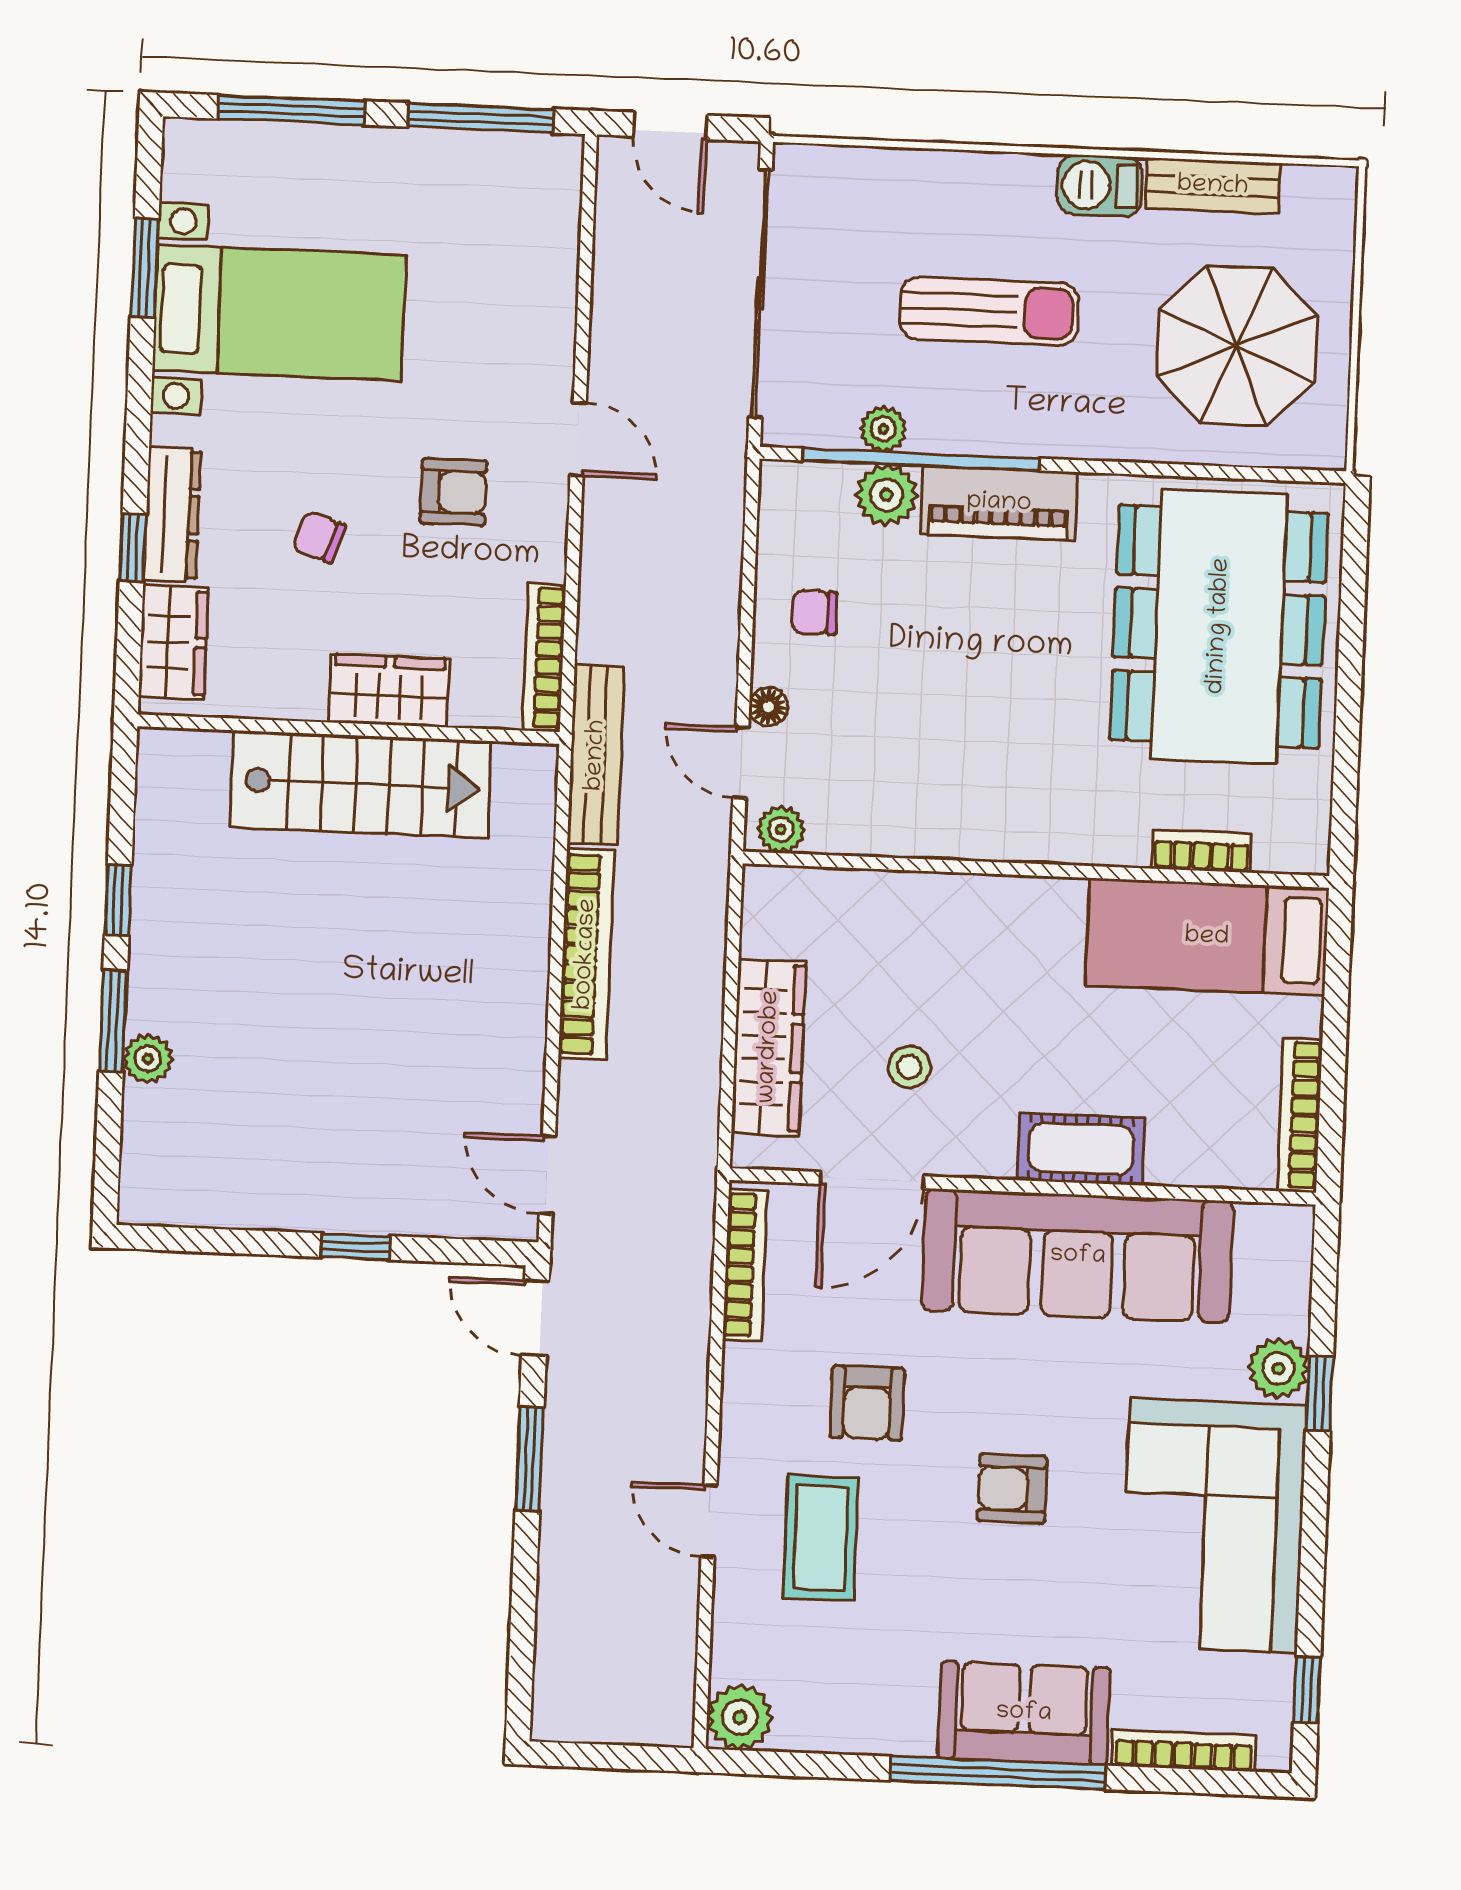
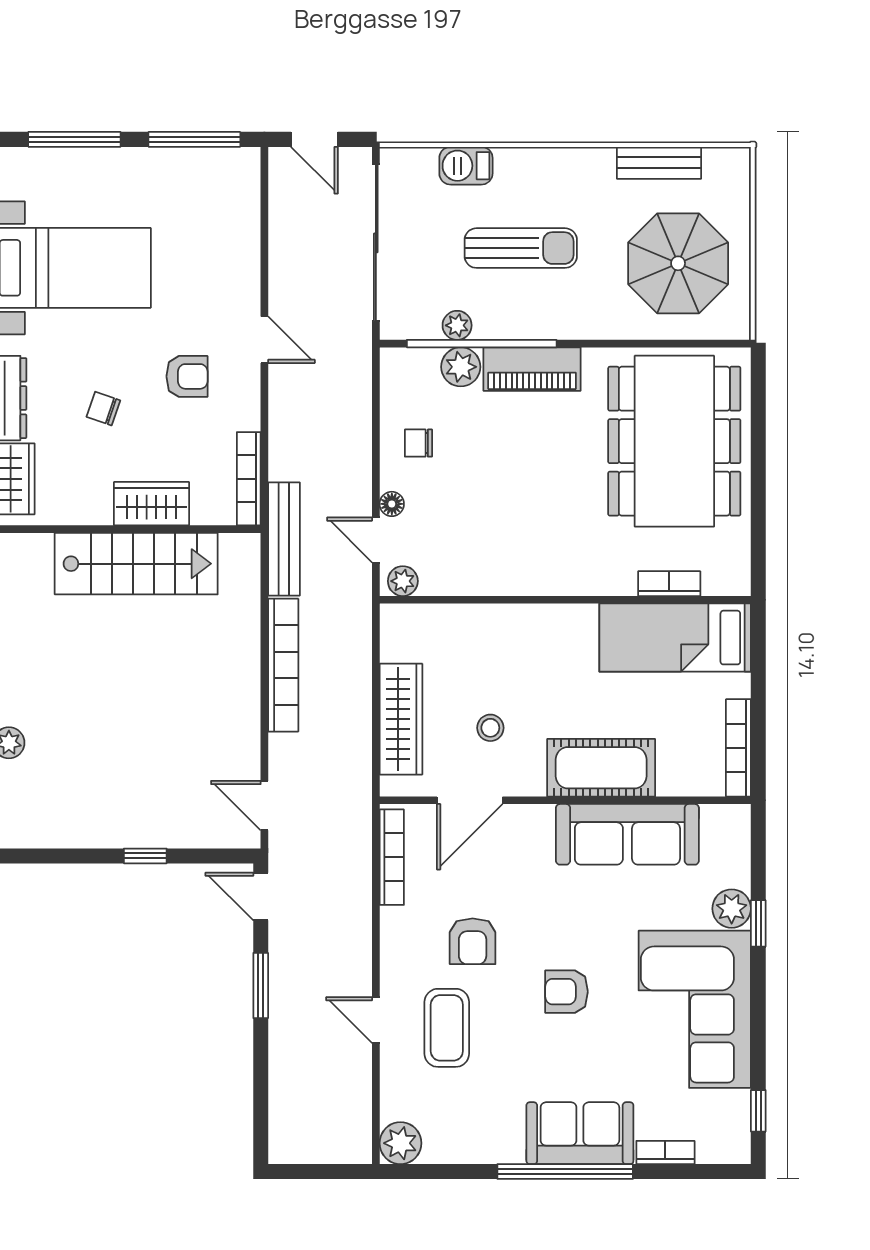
barbecue: (1100, 186) -> (466, 166), moved
cot: (1081, 1149) -> (601, 768), width x1.37, depth x1.34
sofa: (1078, 1256) -> (627, 834), width x0.74, depth x0.79
bookcase: (1184, 1750) -> (665, 1152), width x0.64

